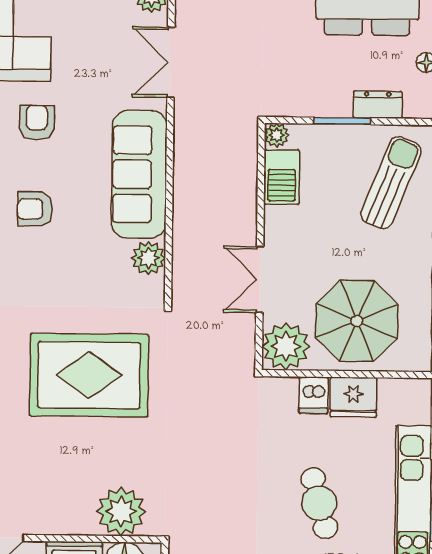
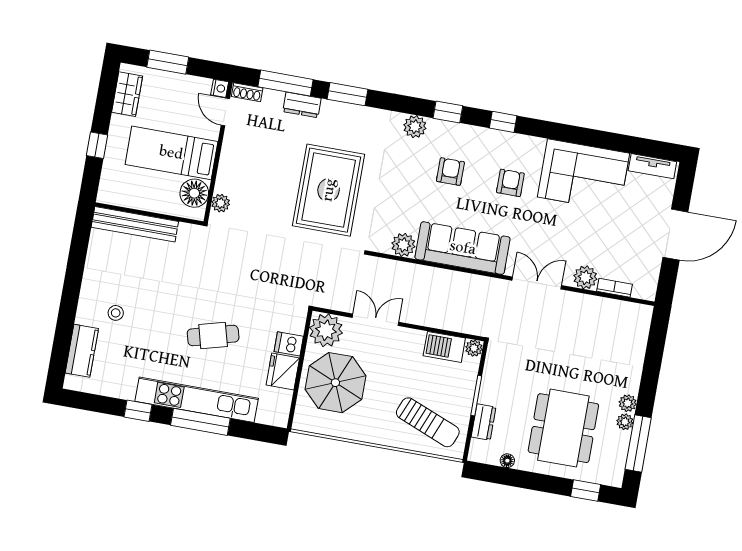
armchair: (37, 123) -> (510, 183), turned -90
plant: (121, 512) -> (221, 203), width x0.53, depth x0.53

